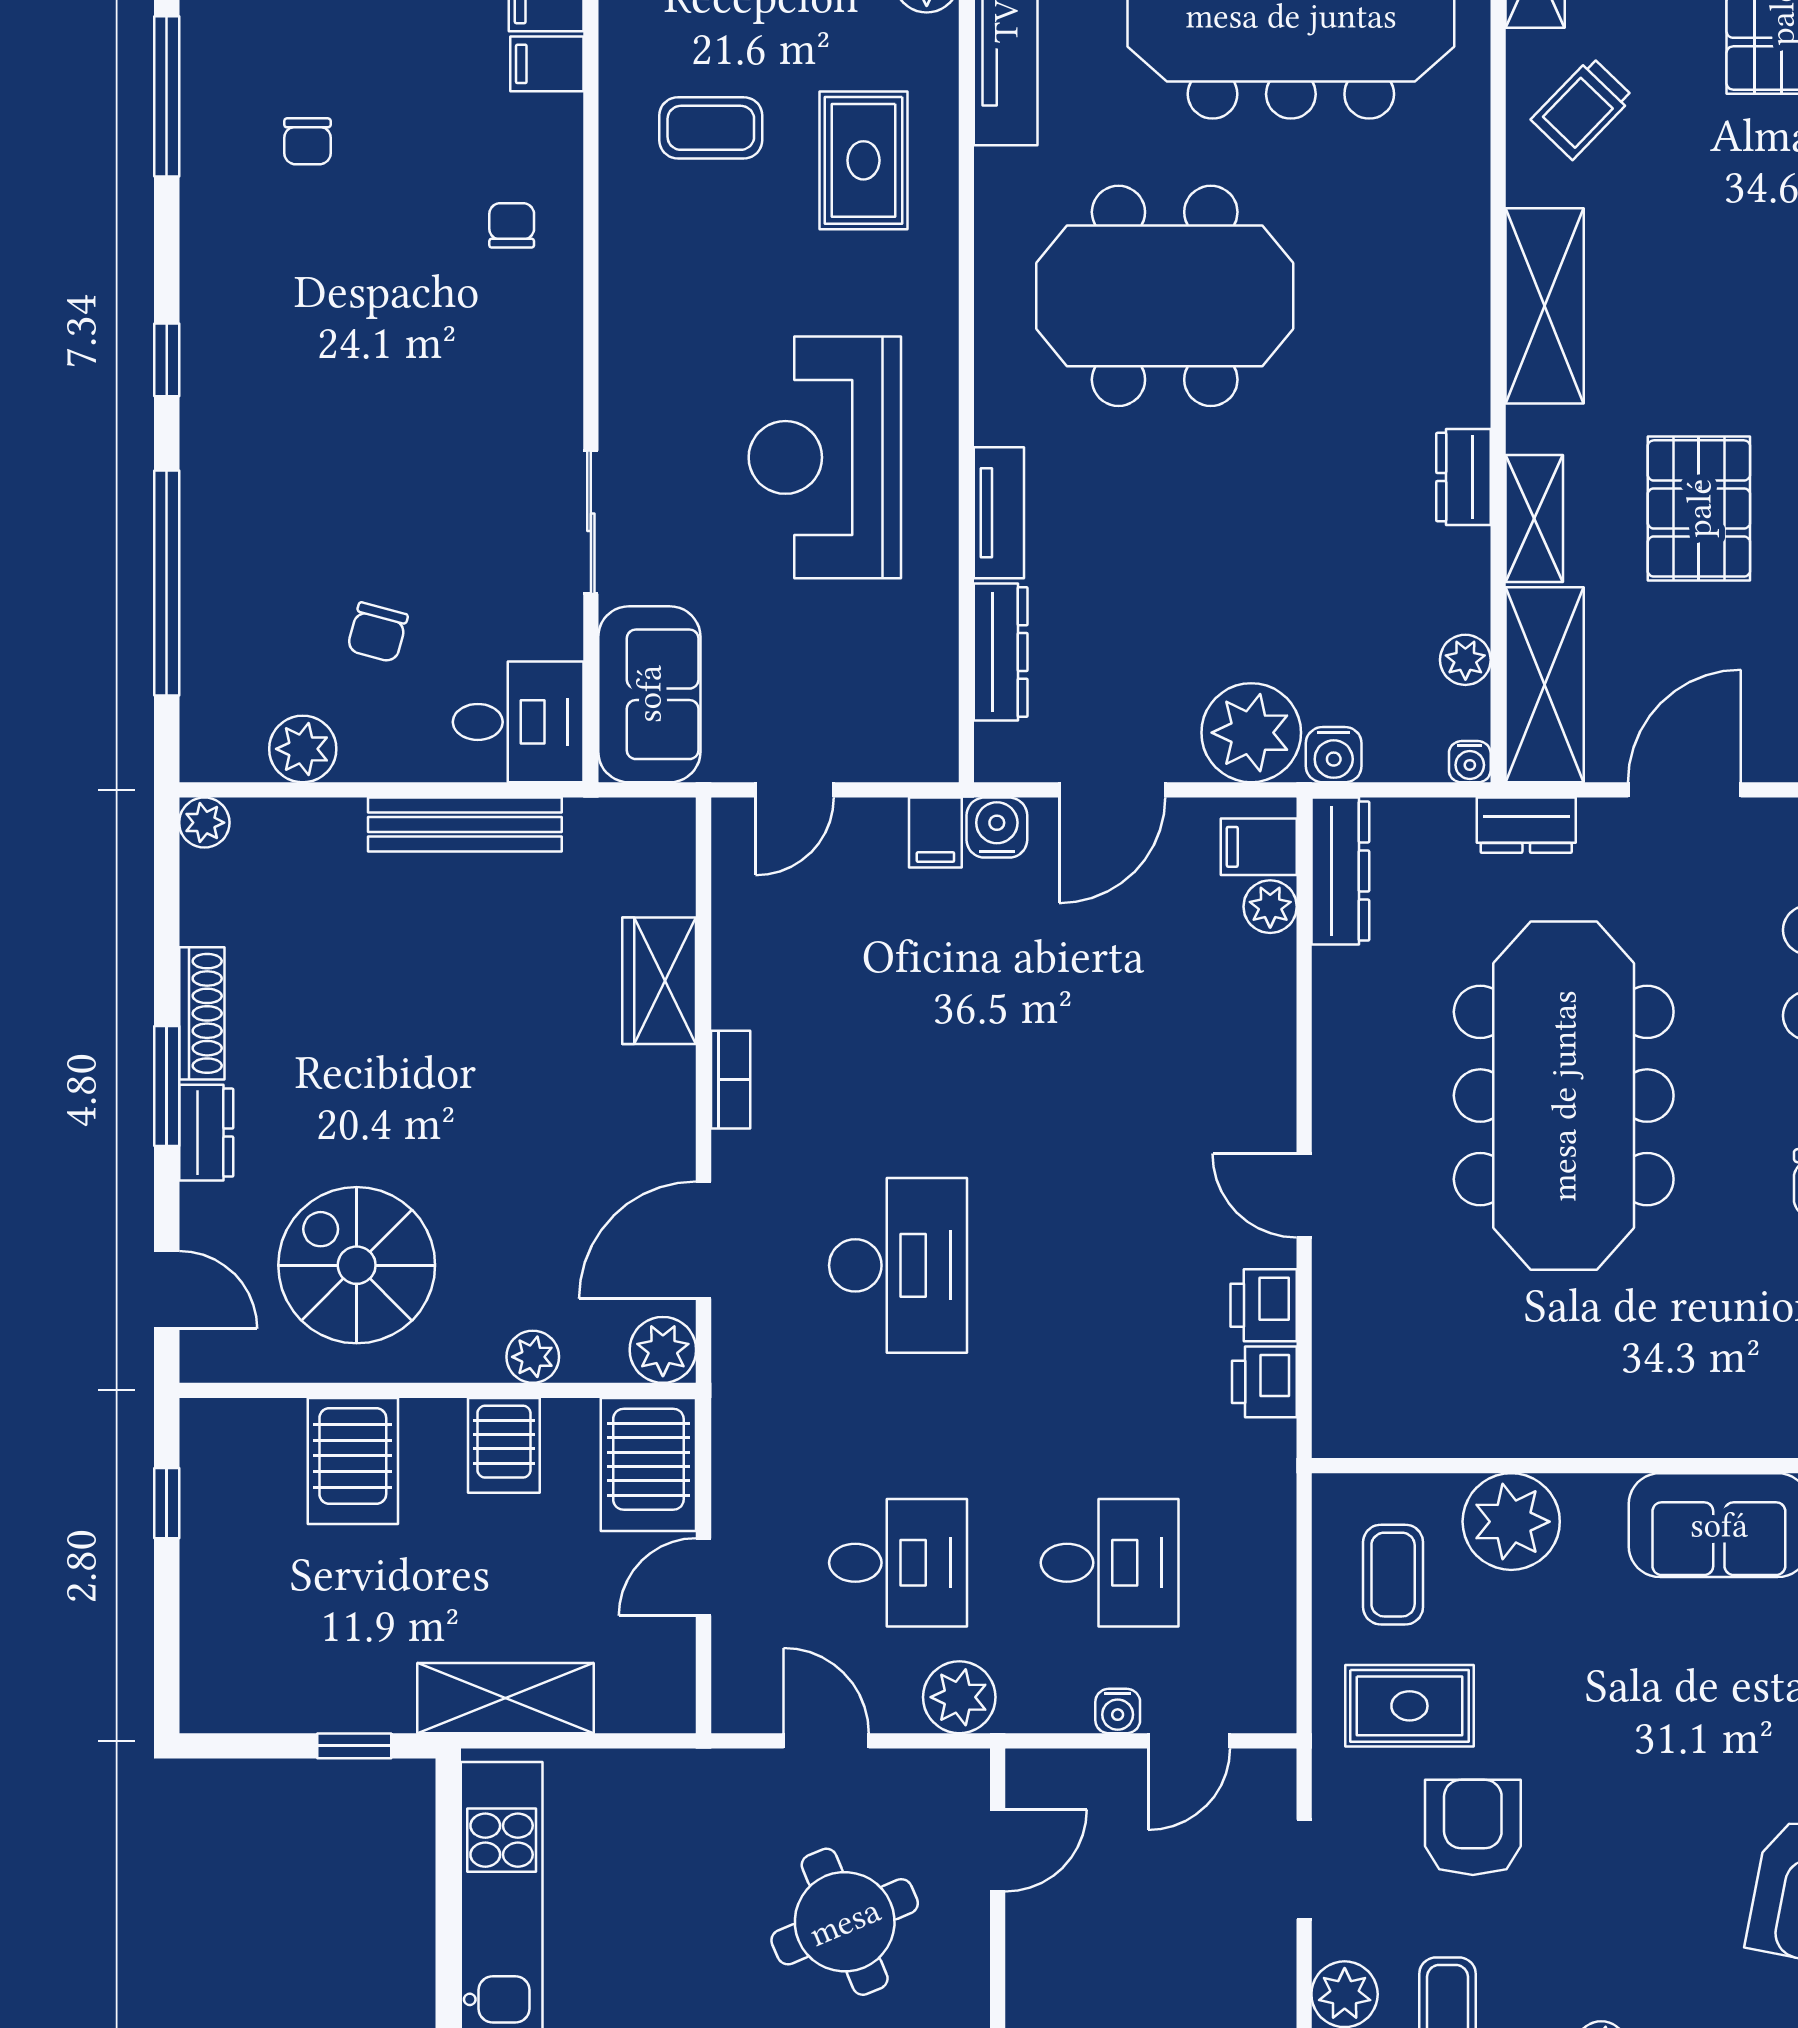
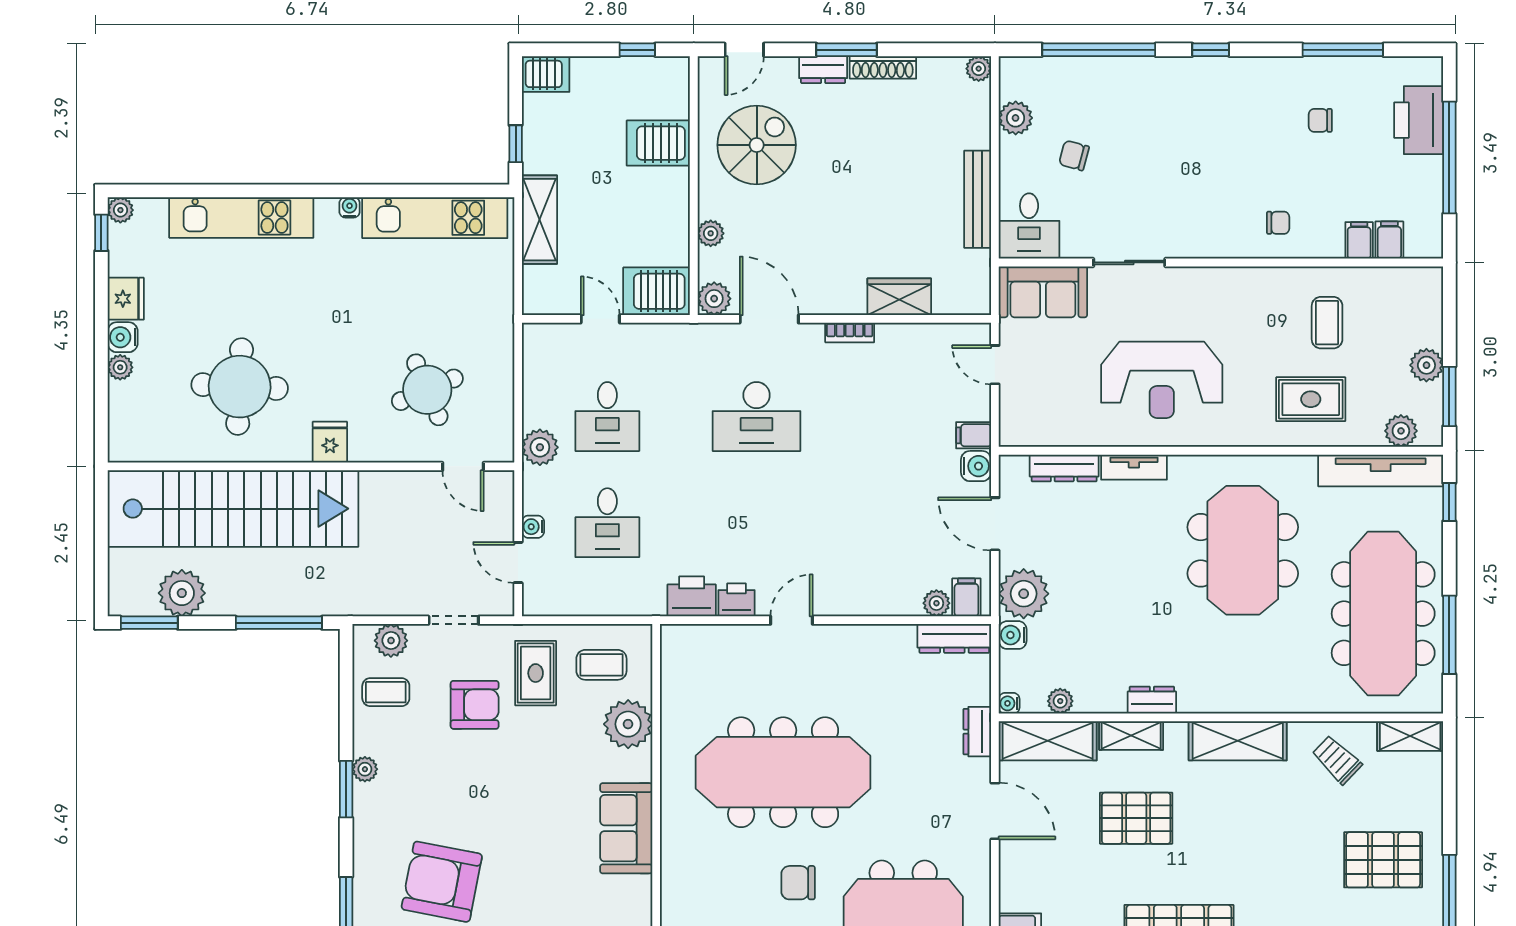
reception desk: (825, 457) -> (1162, 380), turned 180
meeting table: (1564, 1096) -> (783, 772), moved
printer: (1264, 1382) -> (692, 596), width x1.36, depth x1.24
server rack: (504, 1445) -> (546, 74), moved, turned 180
door: (826, 1741) -> (518, 381), removed

